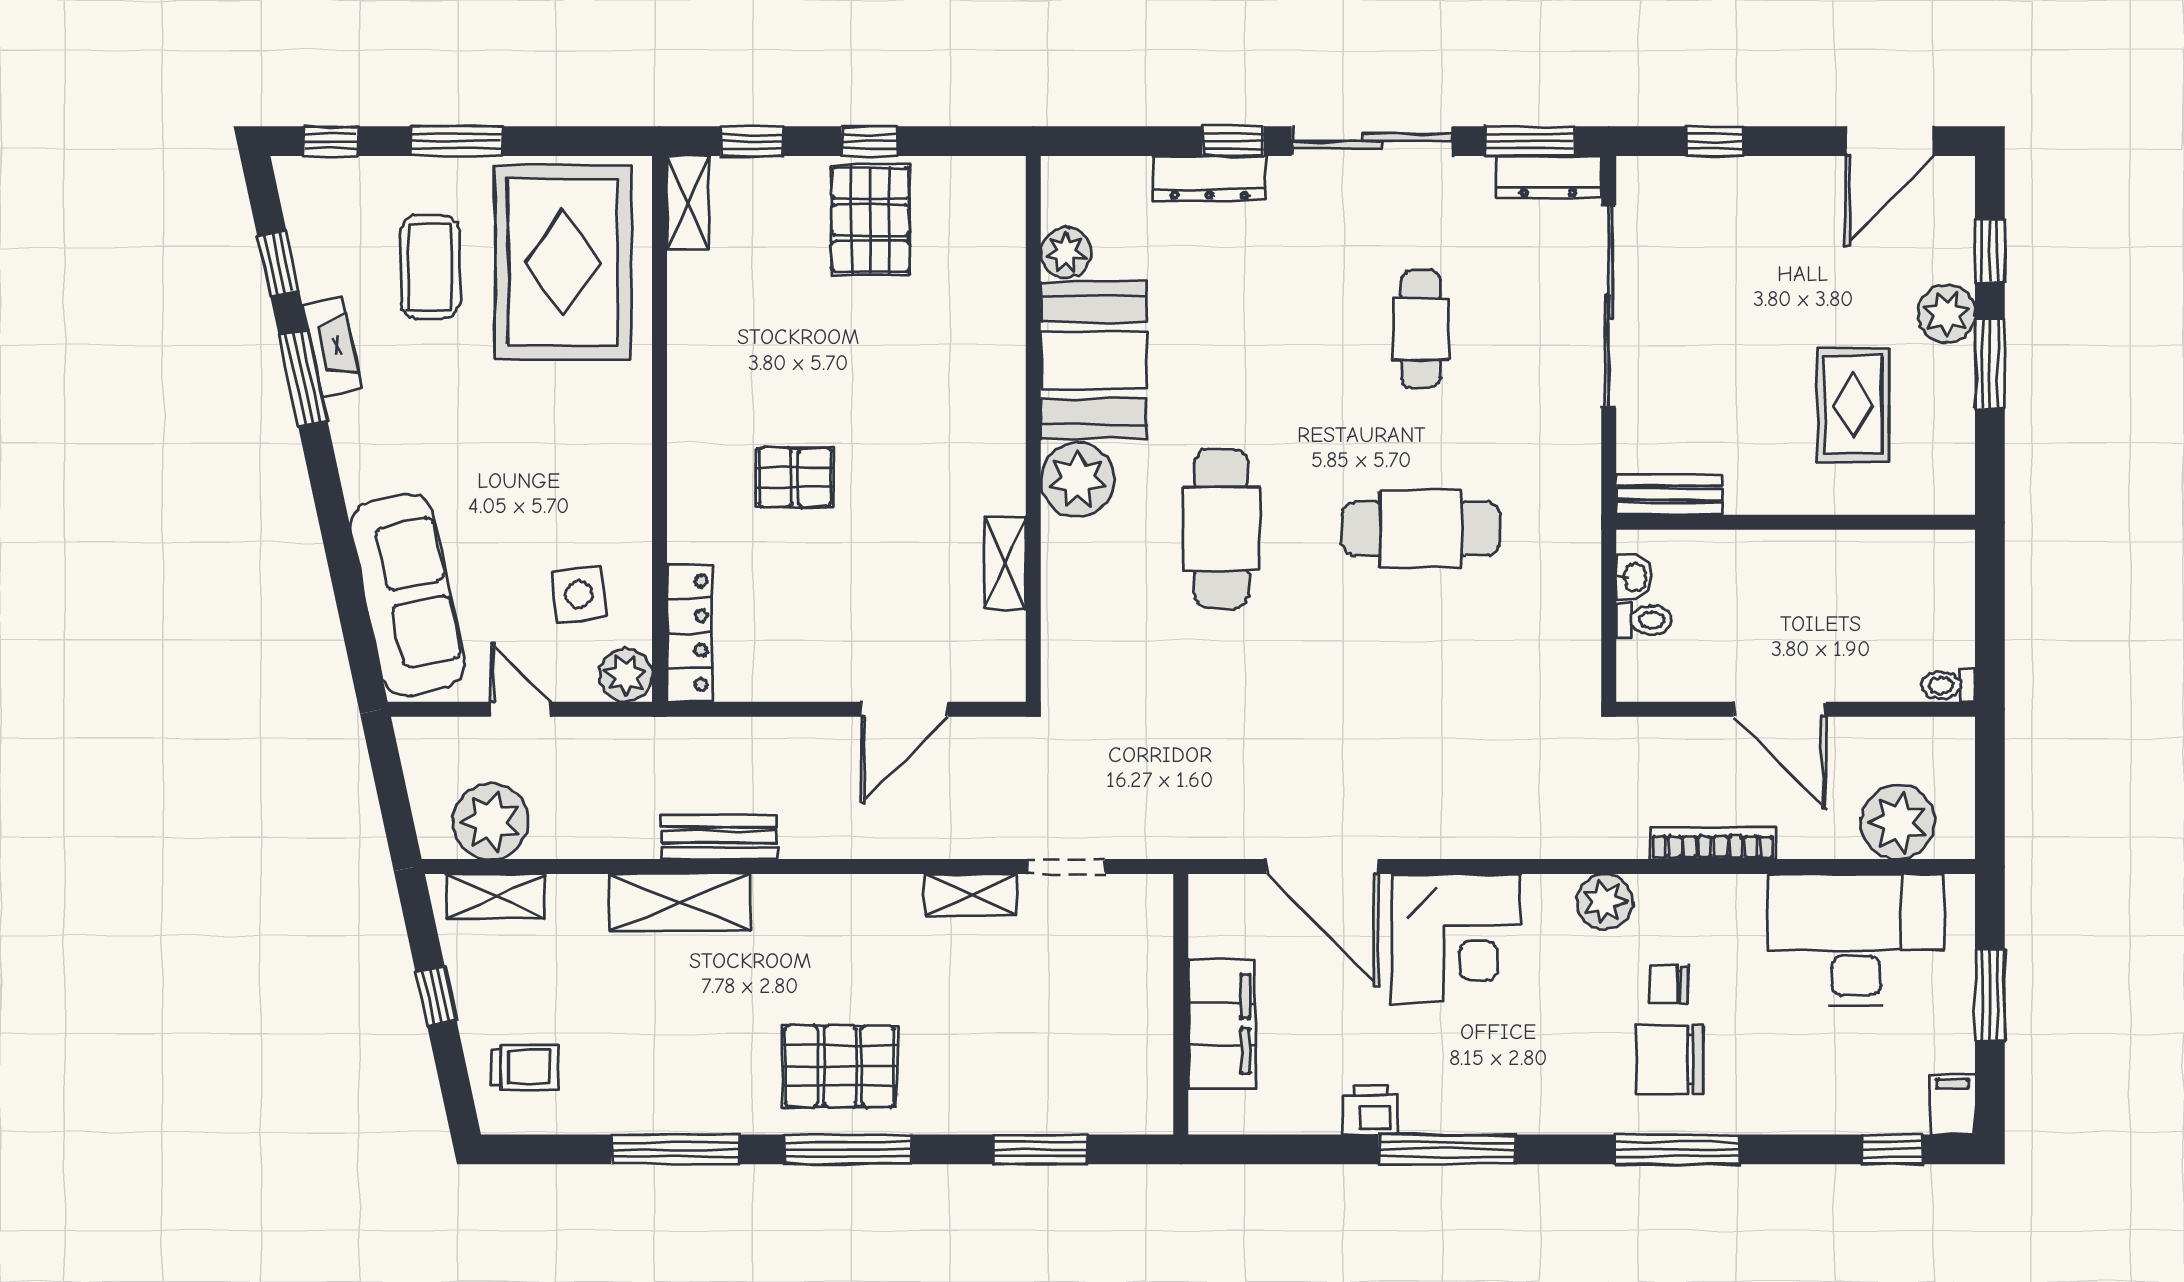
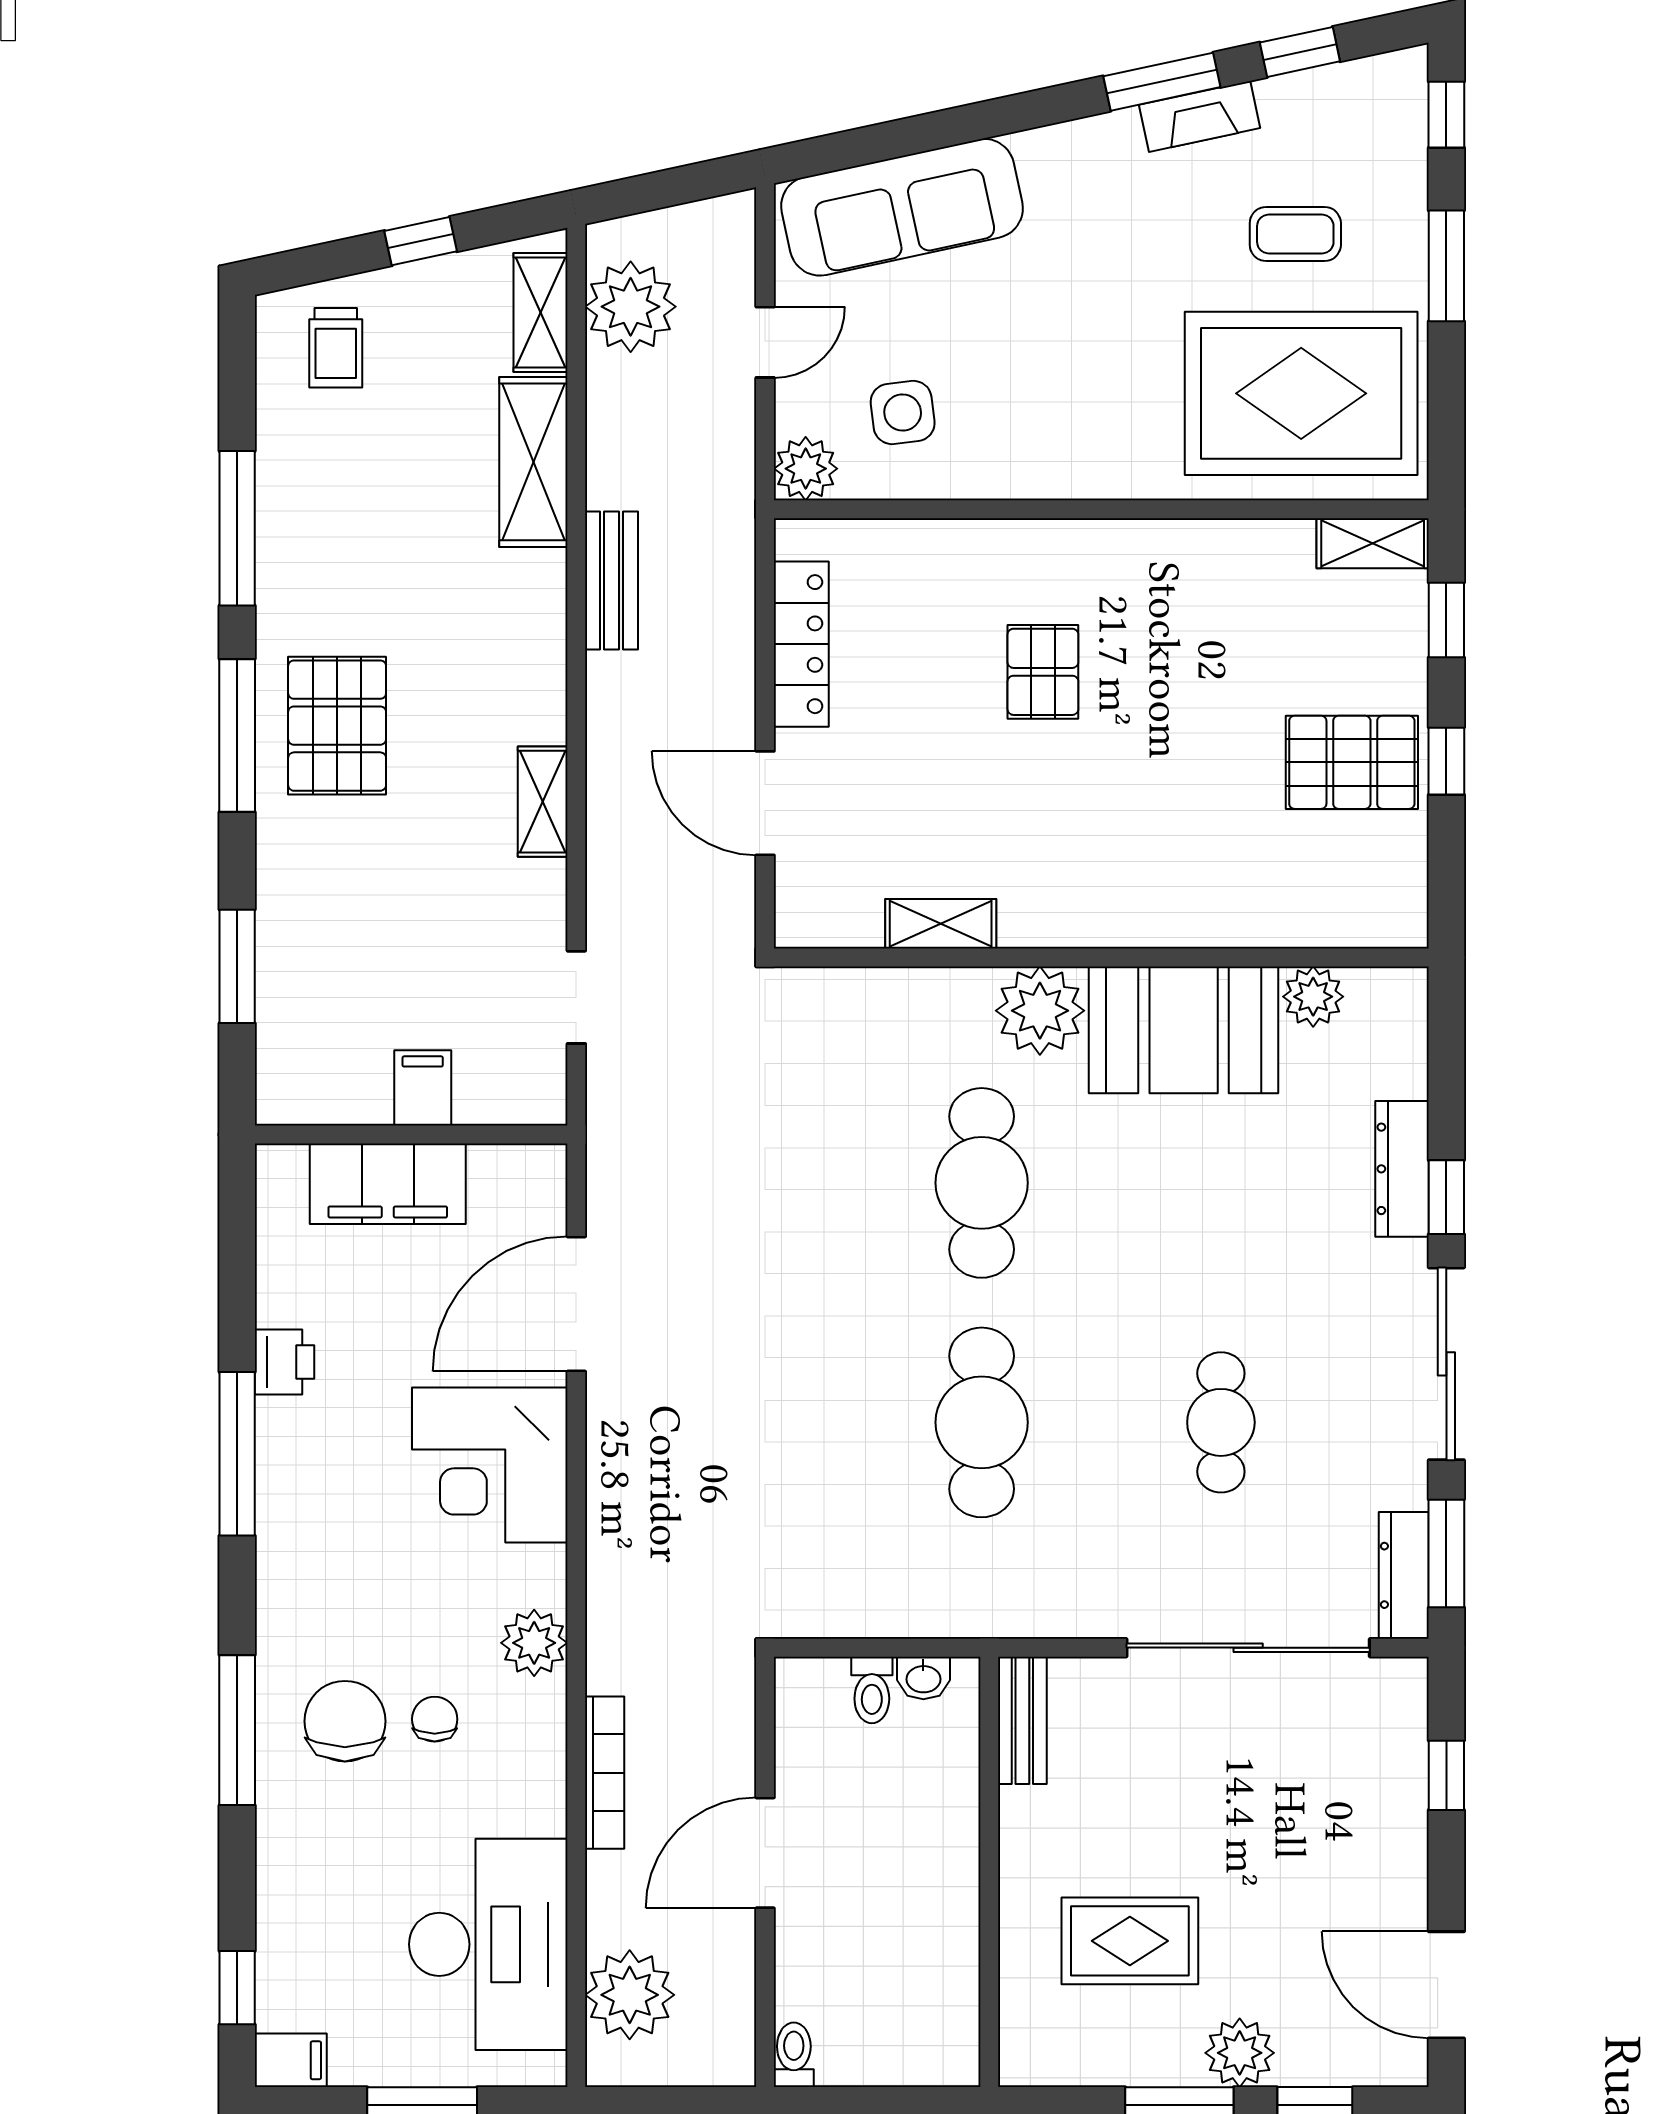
coffee table: (430, 267) -> (1295, 234), width x0.73, depth x0.77
cafe table: (1421, 329) -> (1221, 1422), turned 90
cafe table: (1221, 529) -> (982, 1183), turned 90
locker: (690, 633) -> (801, 644), moved, turned -90
shelving: (971, 895) -> (543, 802), moved
shelving: (680, 902) -> (533, 462), moved
filing cabinet: (1142, 995) -> (423, 1088), added

